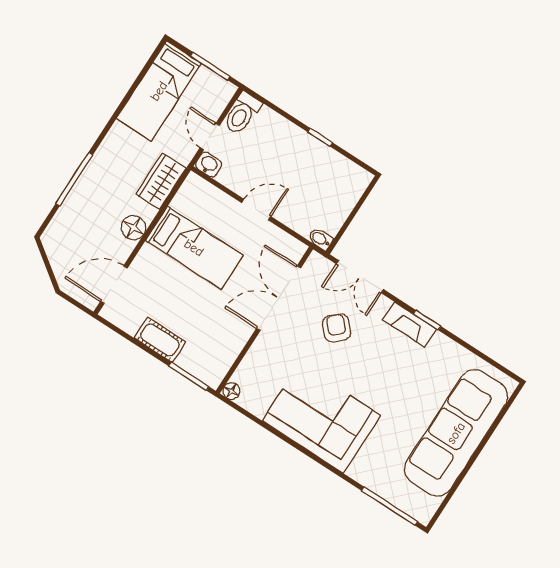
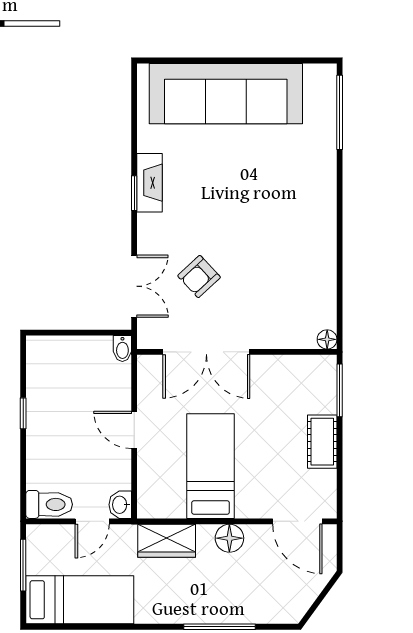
fireplace: (409, 324) -> (150, 183), moved
corner sofa: (321, 418) -> (297, 234), removed

